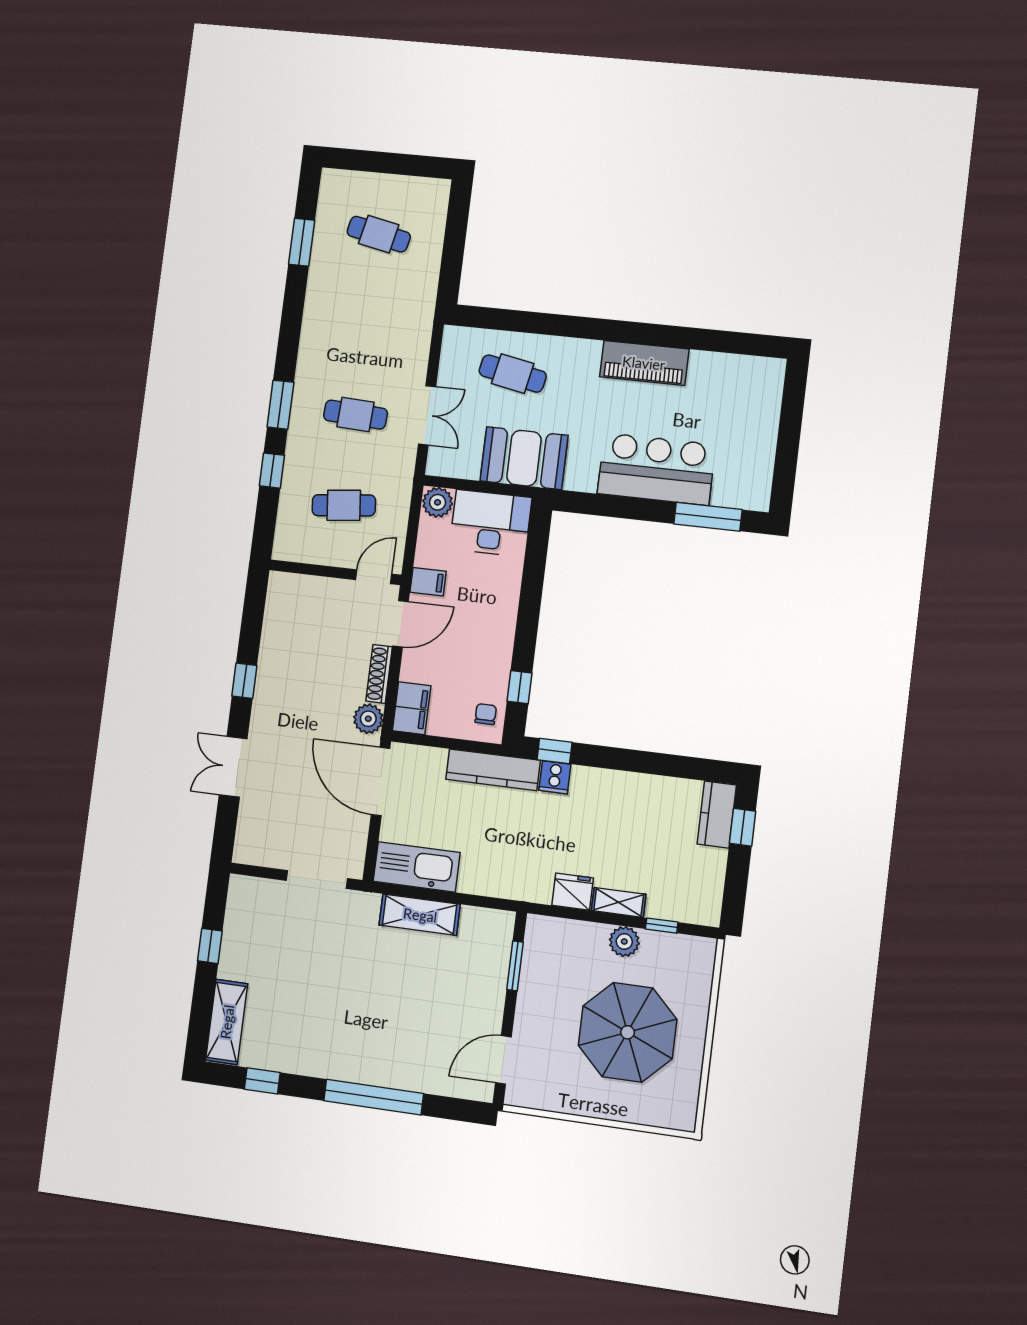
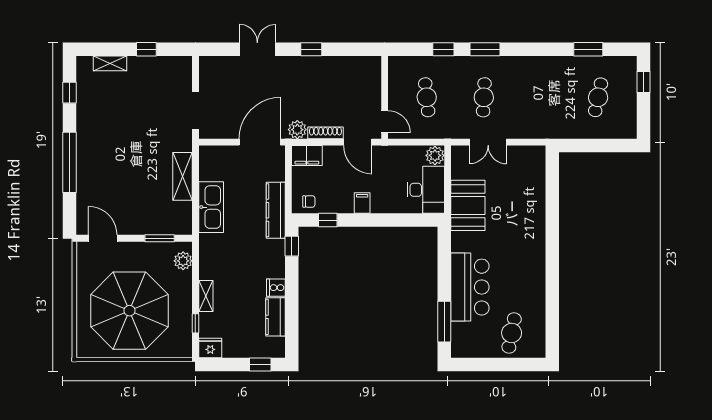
window: (364, 161) -> (643, 82), added
piano: (644, 363) -> (534, 272), removed
cafe table: (513, 374) -> (512, 333), moved
filing cabinet: (428, 582) -> (362, 203), moved, turned 180
cooker: (555, 777) -> (276, 288), moved
kitchen counter: (717, 814) -> (275, 317), moved, turned -90
kitchen sink: (417, 867) -> (211, 207), moved
fridge: (573, 892) -> (210, 348), moved, turned -90
plant: (624, 942) -> (183, 261), moved
shelving: (227, 1022) -> (110, 63), width x0.67, depth x0.75
parasol: (628, 1032) -> (129, 311), width x1.36, depth x1.36

